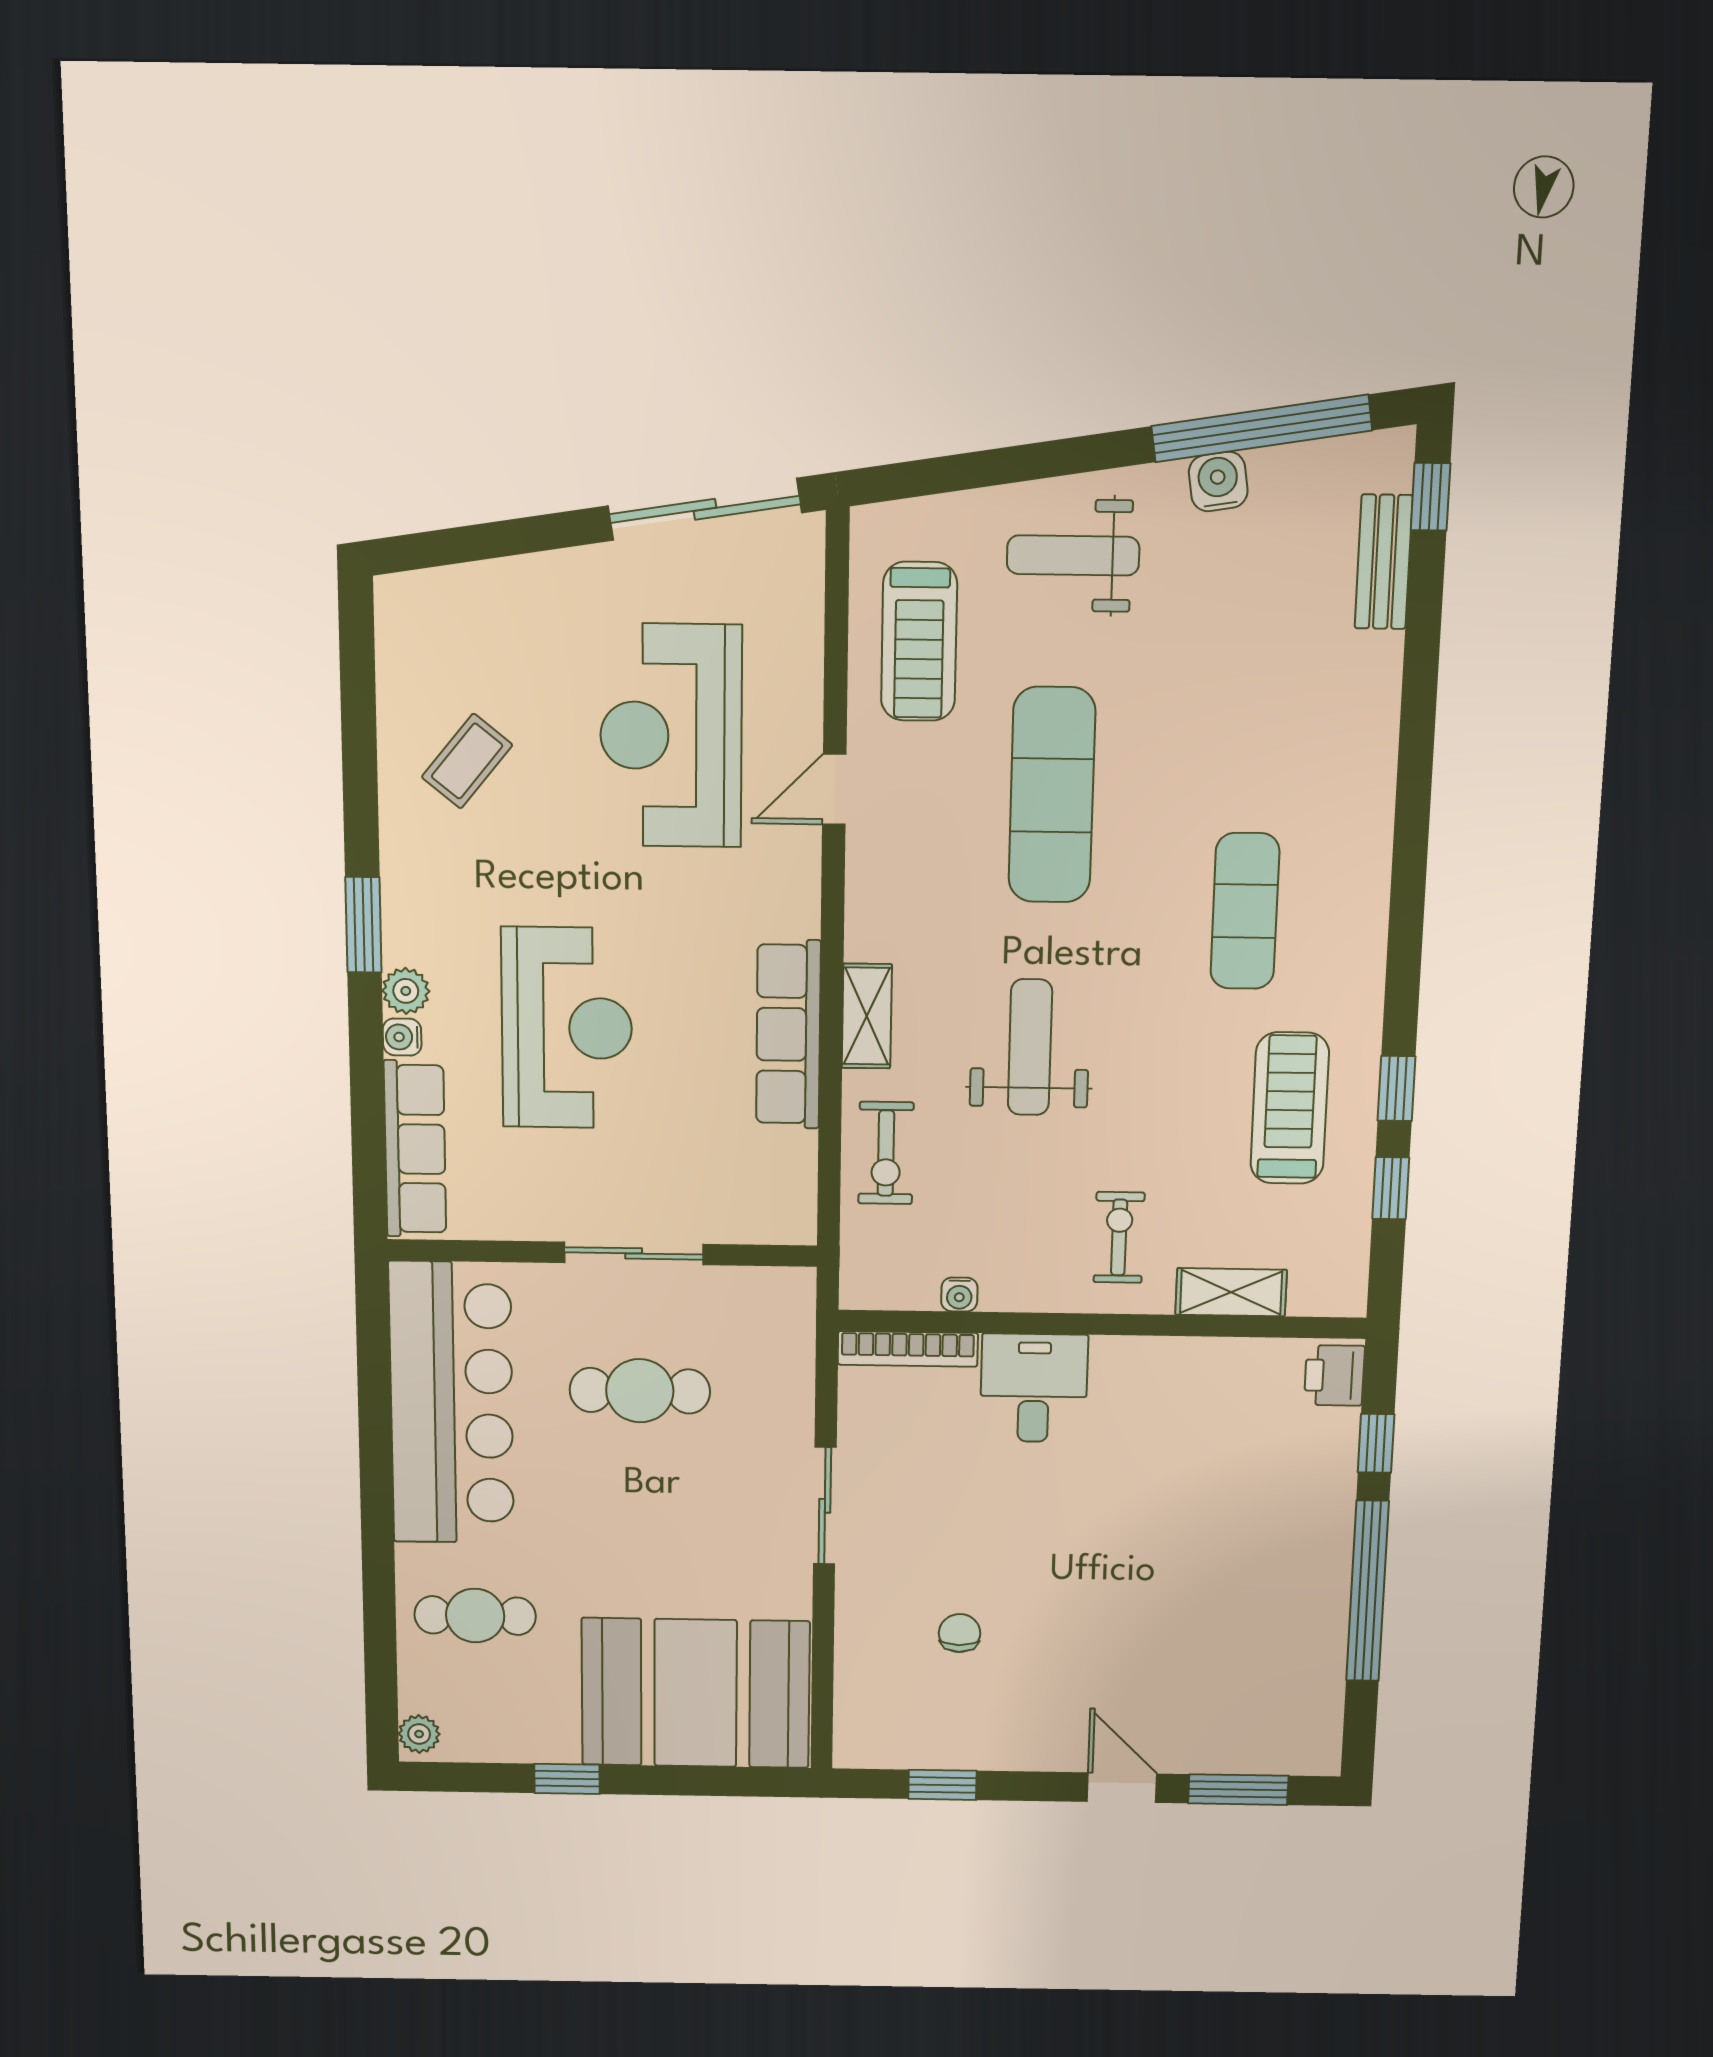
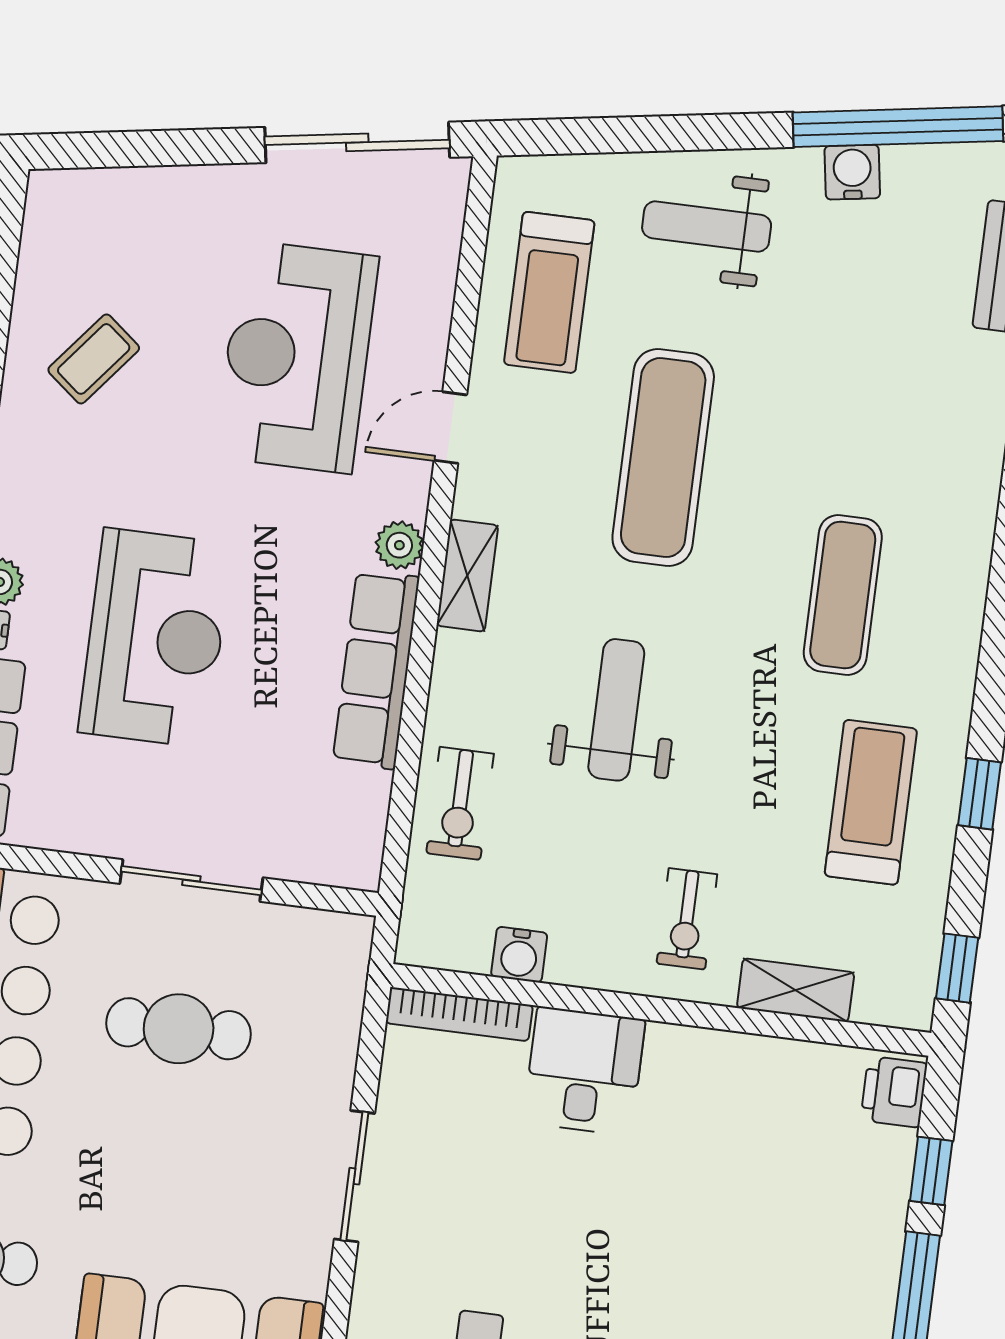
plant: (797, 911) -> (399, 545), added
shelving: (867, 1016) -> (467, 575), moved
window: (1391, 1188) -> (957, 968), moved
exercise bike: (1119, 1237) -> (687, 919), turned 180
water cooler: (959, 1295) -> (519, 955), width x1.38, depth x1.38

